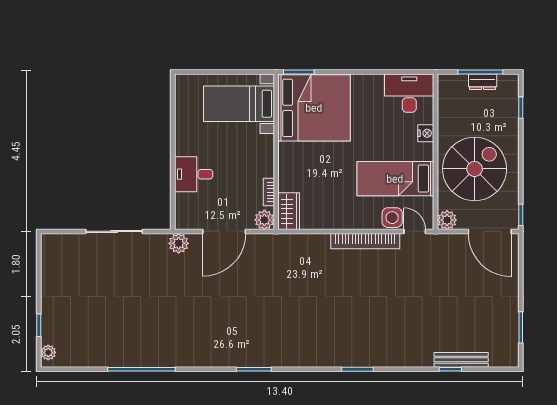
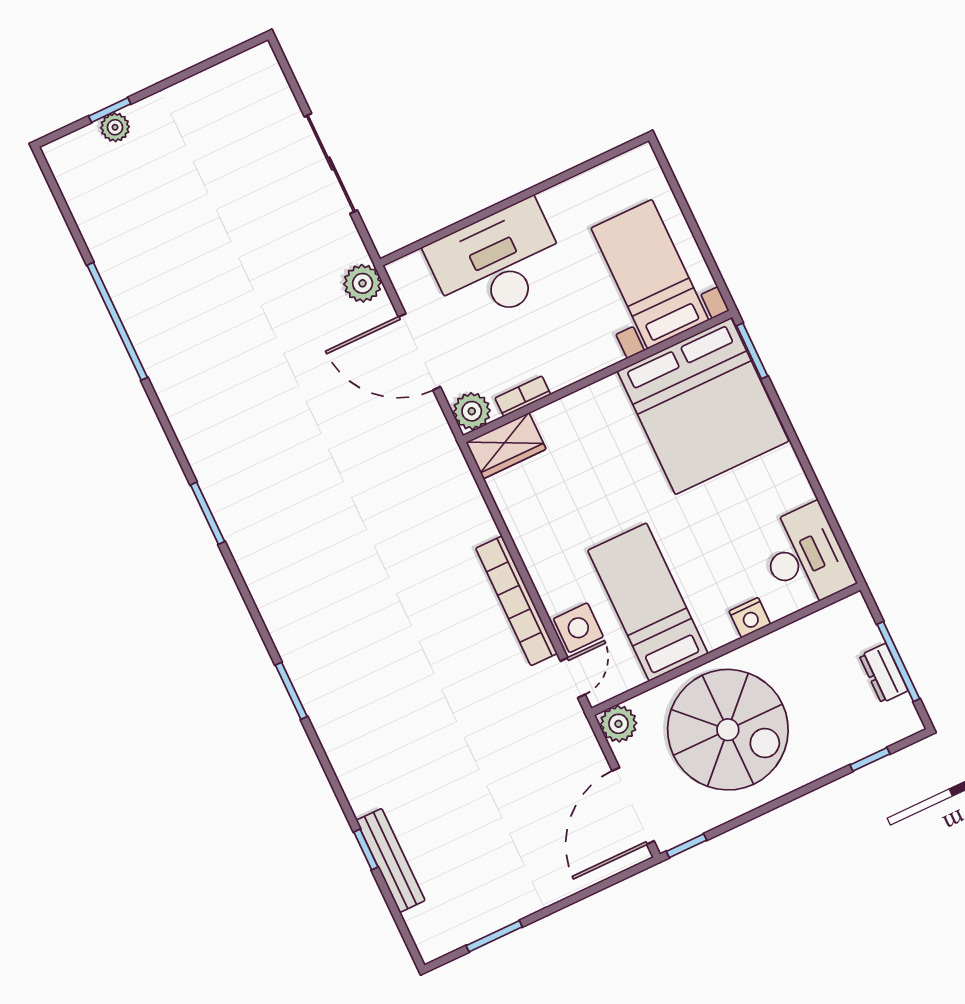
desk: (194, 174) -> (497, 263), width x1.87, depth x1.30
plant: (48, 352) -> (115, 127), moved

